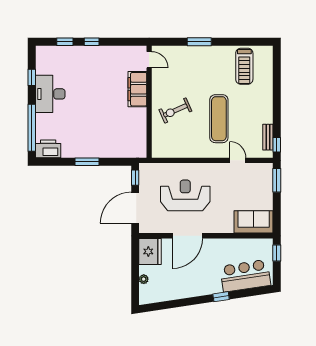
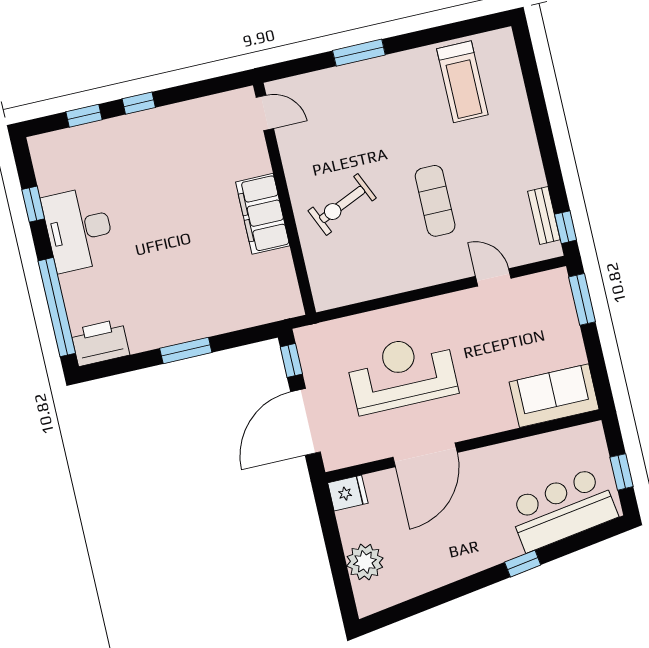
filing cabinet: (137, 89) -> (263, 214), moved
exercise mat: (219, 119) -> (435, 201), width x0.73, depth x0.69
fridge: (150, 251) -> (348, 493), width x0.53, depth x0.75
window: (277, 253) -> (622, 472), moved
plant: (144, 279) -> (365, 562), width x1.87, depth x1.87

